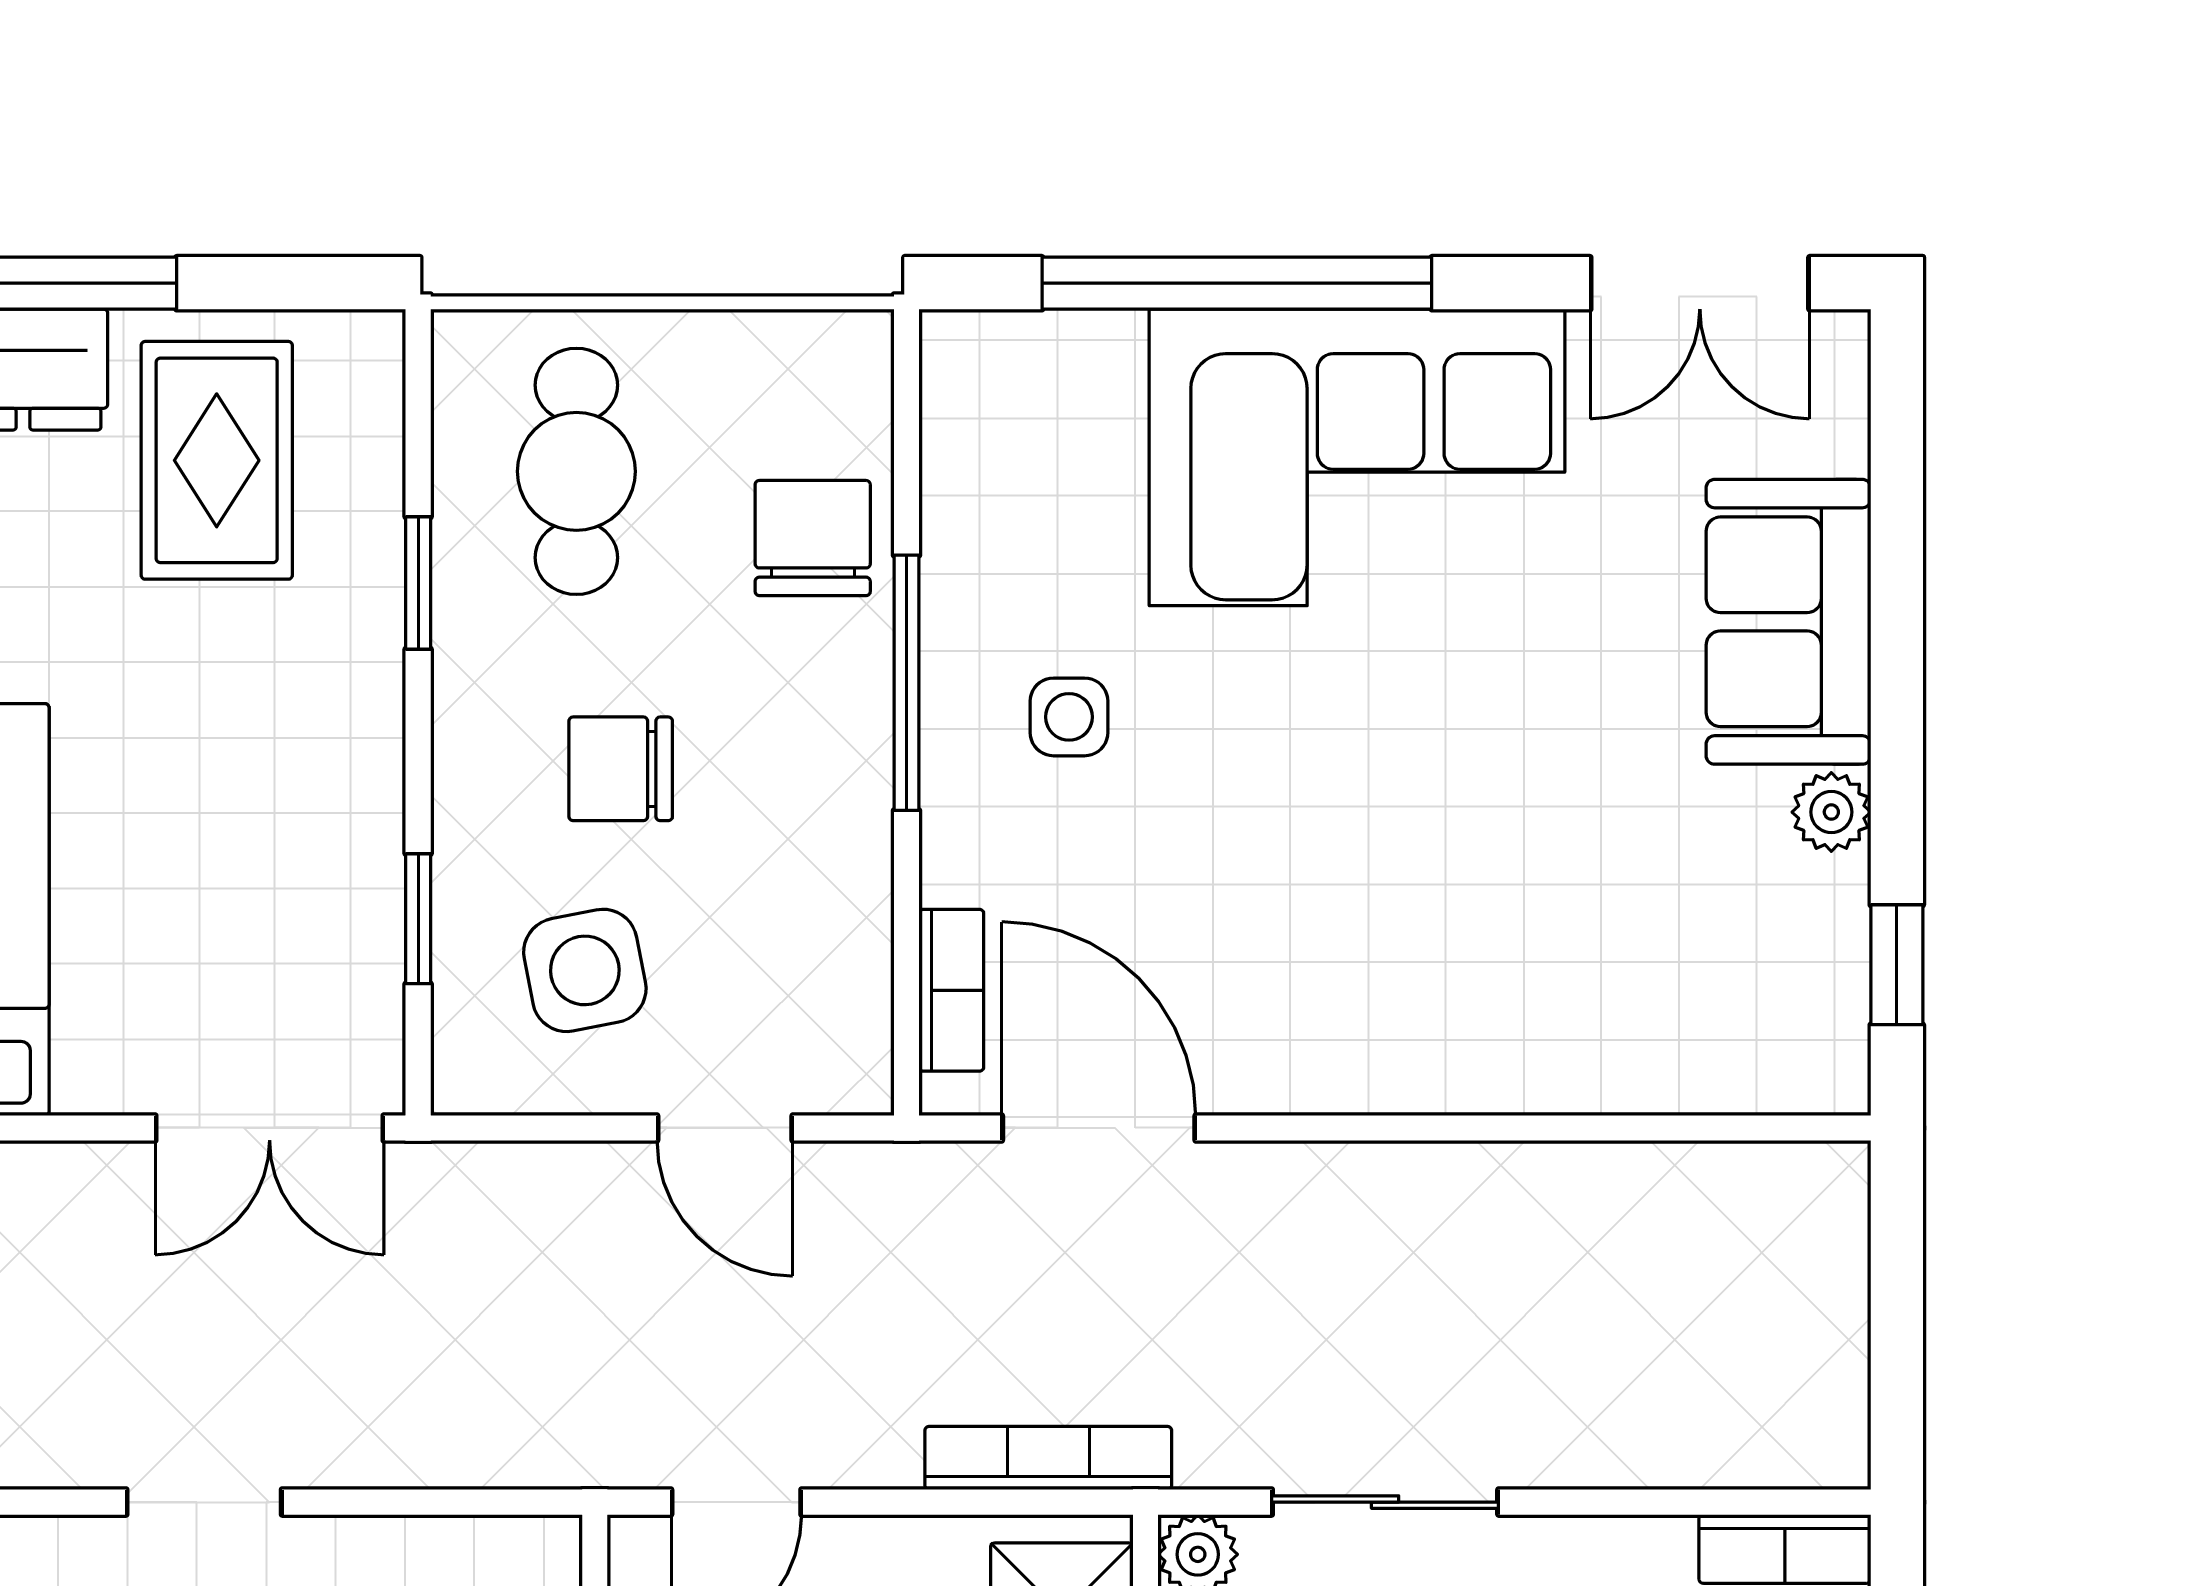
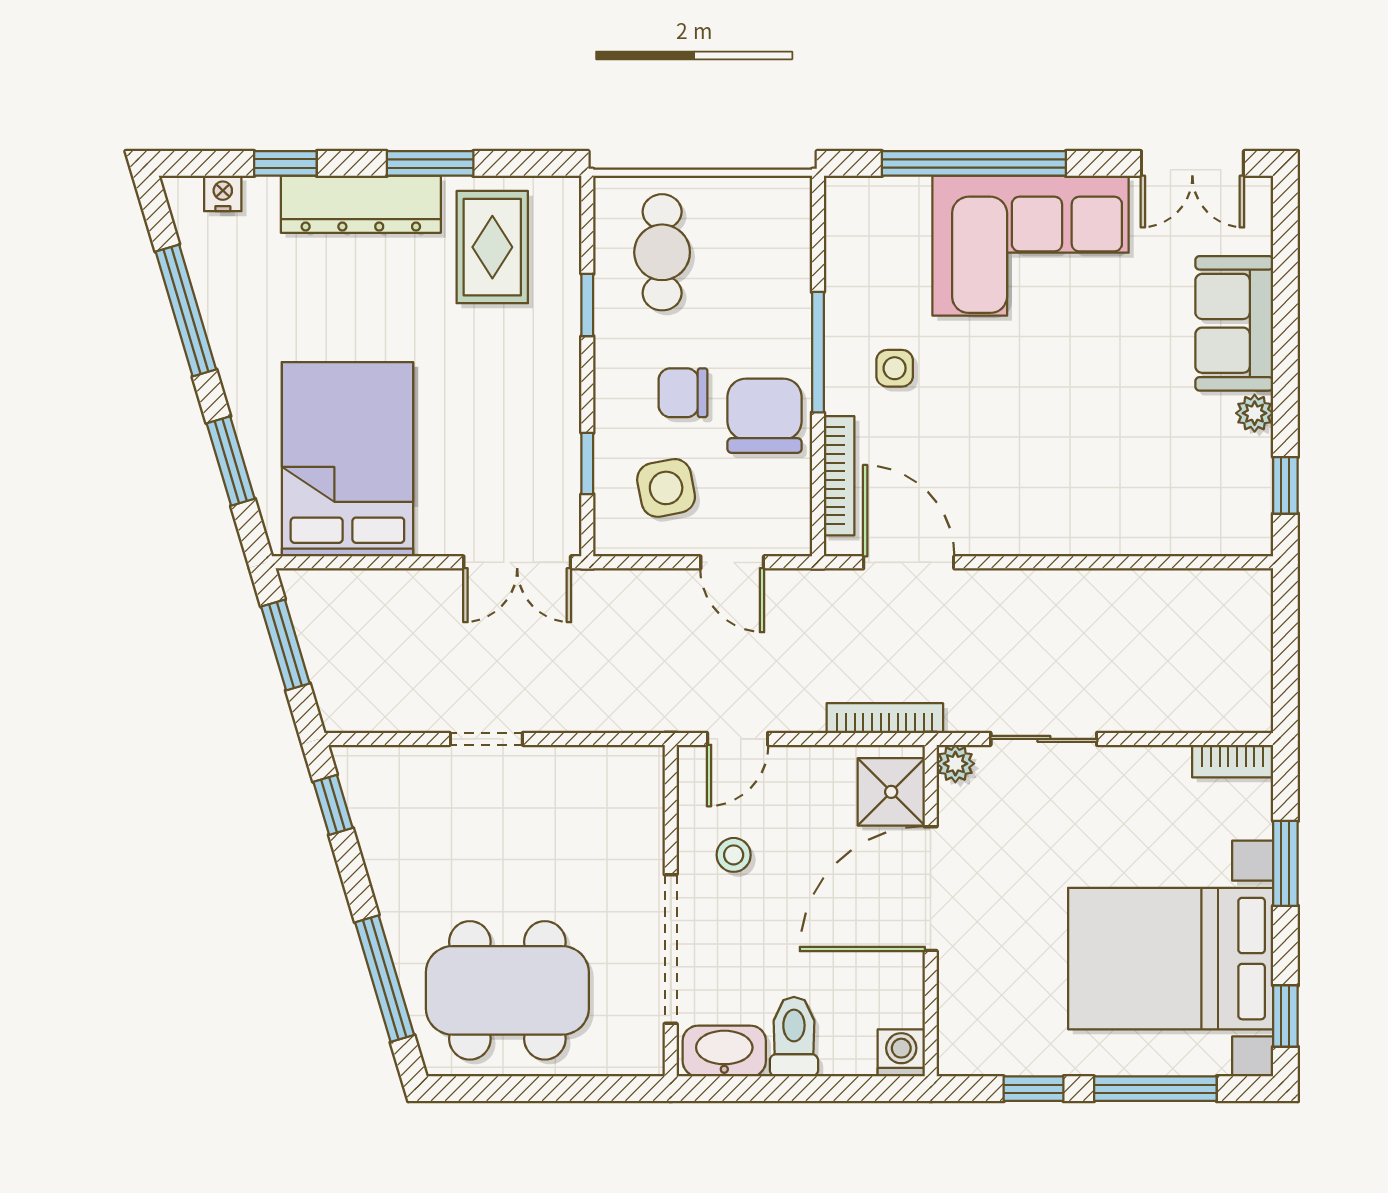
chair: (813, 538) -> (765, 416), moved, width x1.37, depth x1.37
bookcase: (951, 990) -> (839, 476), width x1.56

